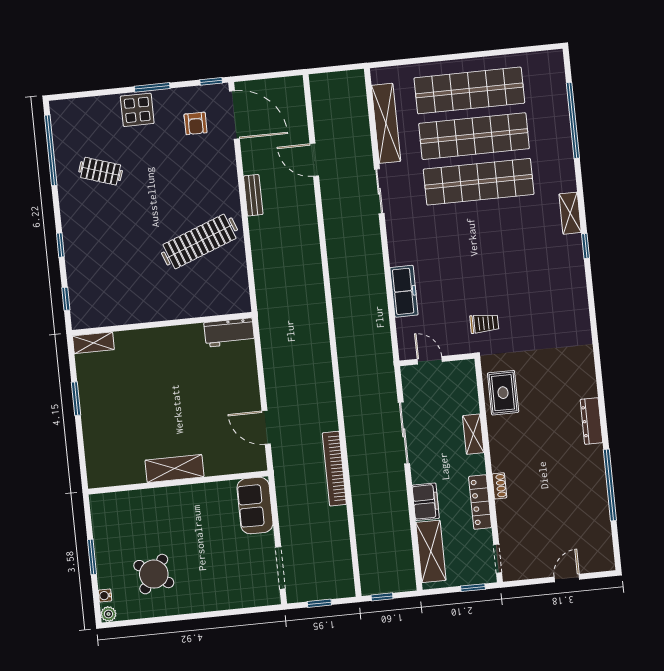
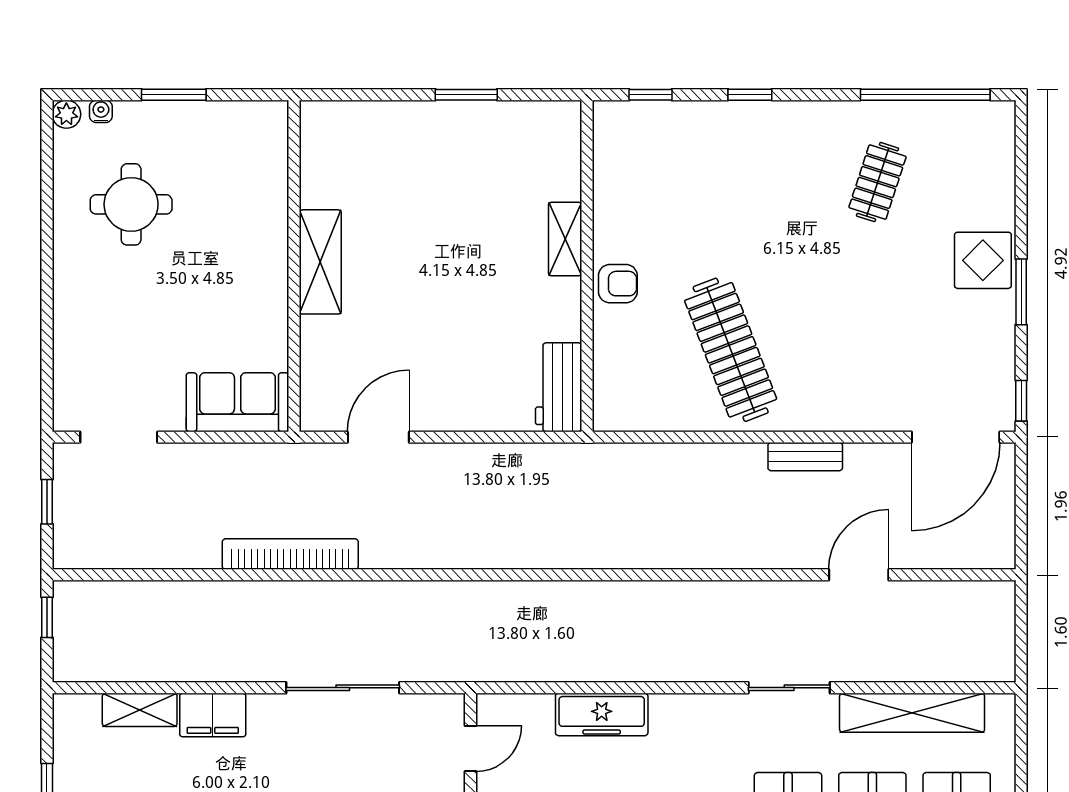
armchair: (196, 123) -> (618, 284), moved, turned 180
shelving: (93, 343) -> (565, 239), moved
shelving: (431, 551) -> (140, 710), width x0.67, depth x0.75
round table: (154, 574) -> (131, 204), turned -36

